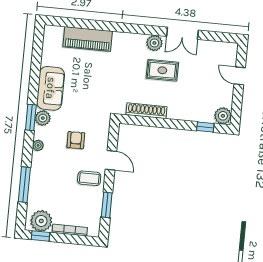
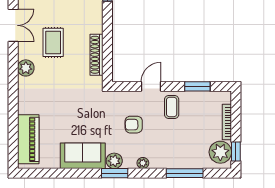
piano: (88, 39) -> (28, 139), moved
plant: (154, 43) -> (26, 68), moved

